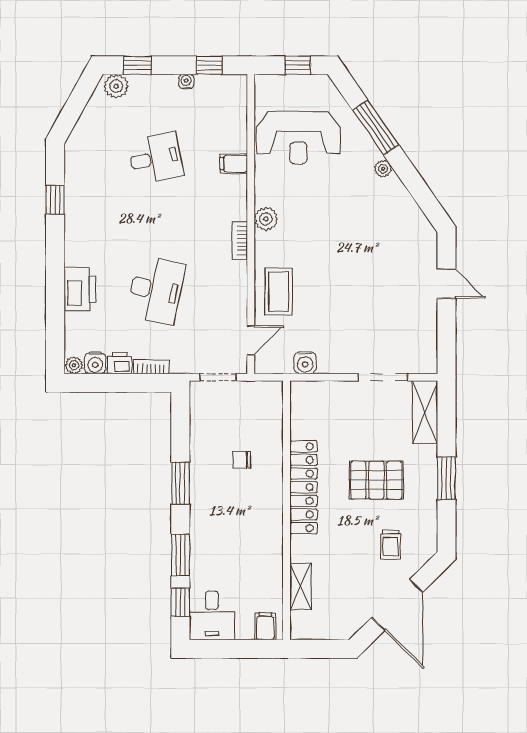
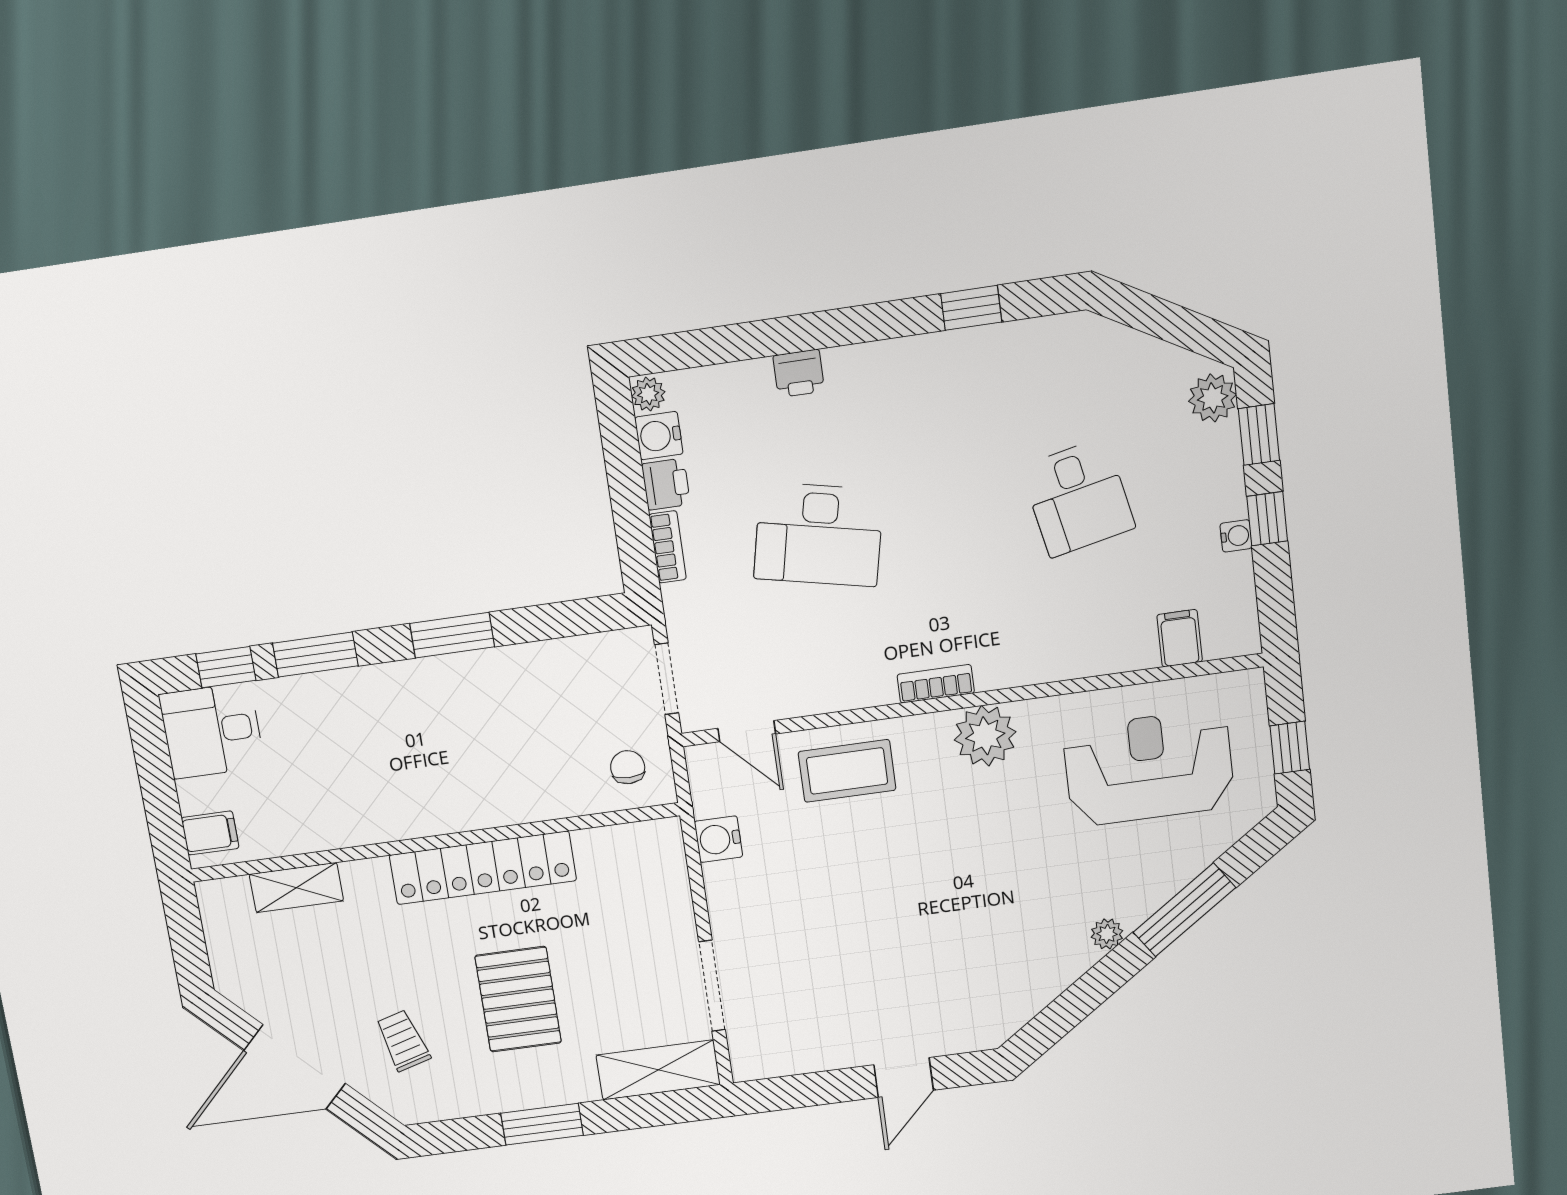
window: (209, 65) -> (1267, 519), moved
reception desk: (298, 138) -> (1149, 768), turned 90
filing cabinet: (234, 164) -> (1180, 638), moved
plant: (266, 219) -> (985, 736), width x1.36, depth x1.36
printer: (80, 289) -> (799, 373), width x0.53, depth x0.68
chair: (242, 460) -> (628, 767), moved
trolley: (391, 545) -> (403, 1041), turned 74

